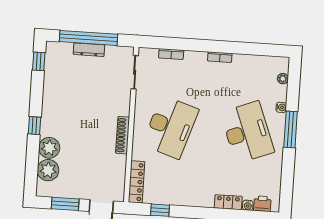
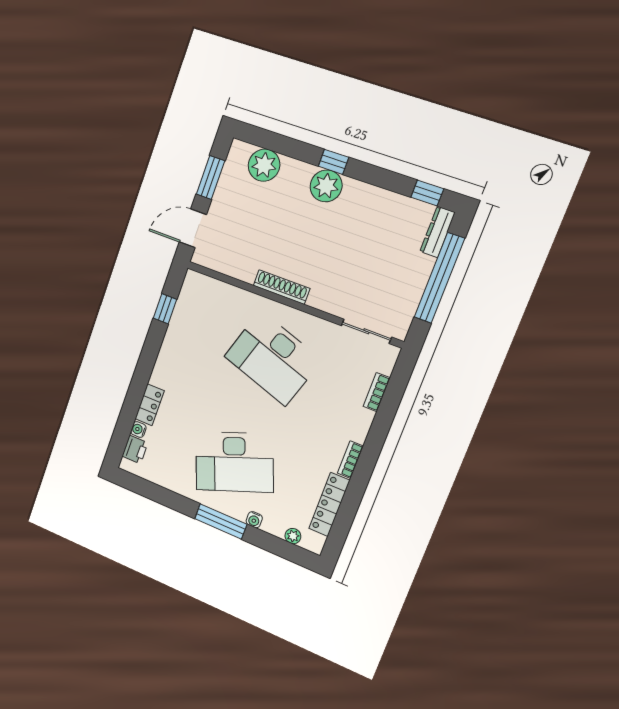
dresser: (89, 50) -> (437, 232), moved
plant: (49, 148) -> (326, 186), moved
locker: (137, 182) -> (329, 505), moved, turned 90

